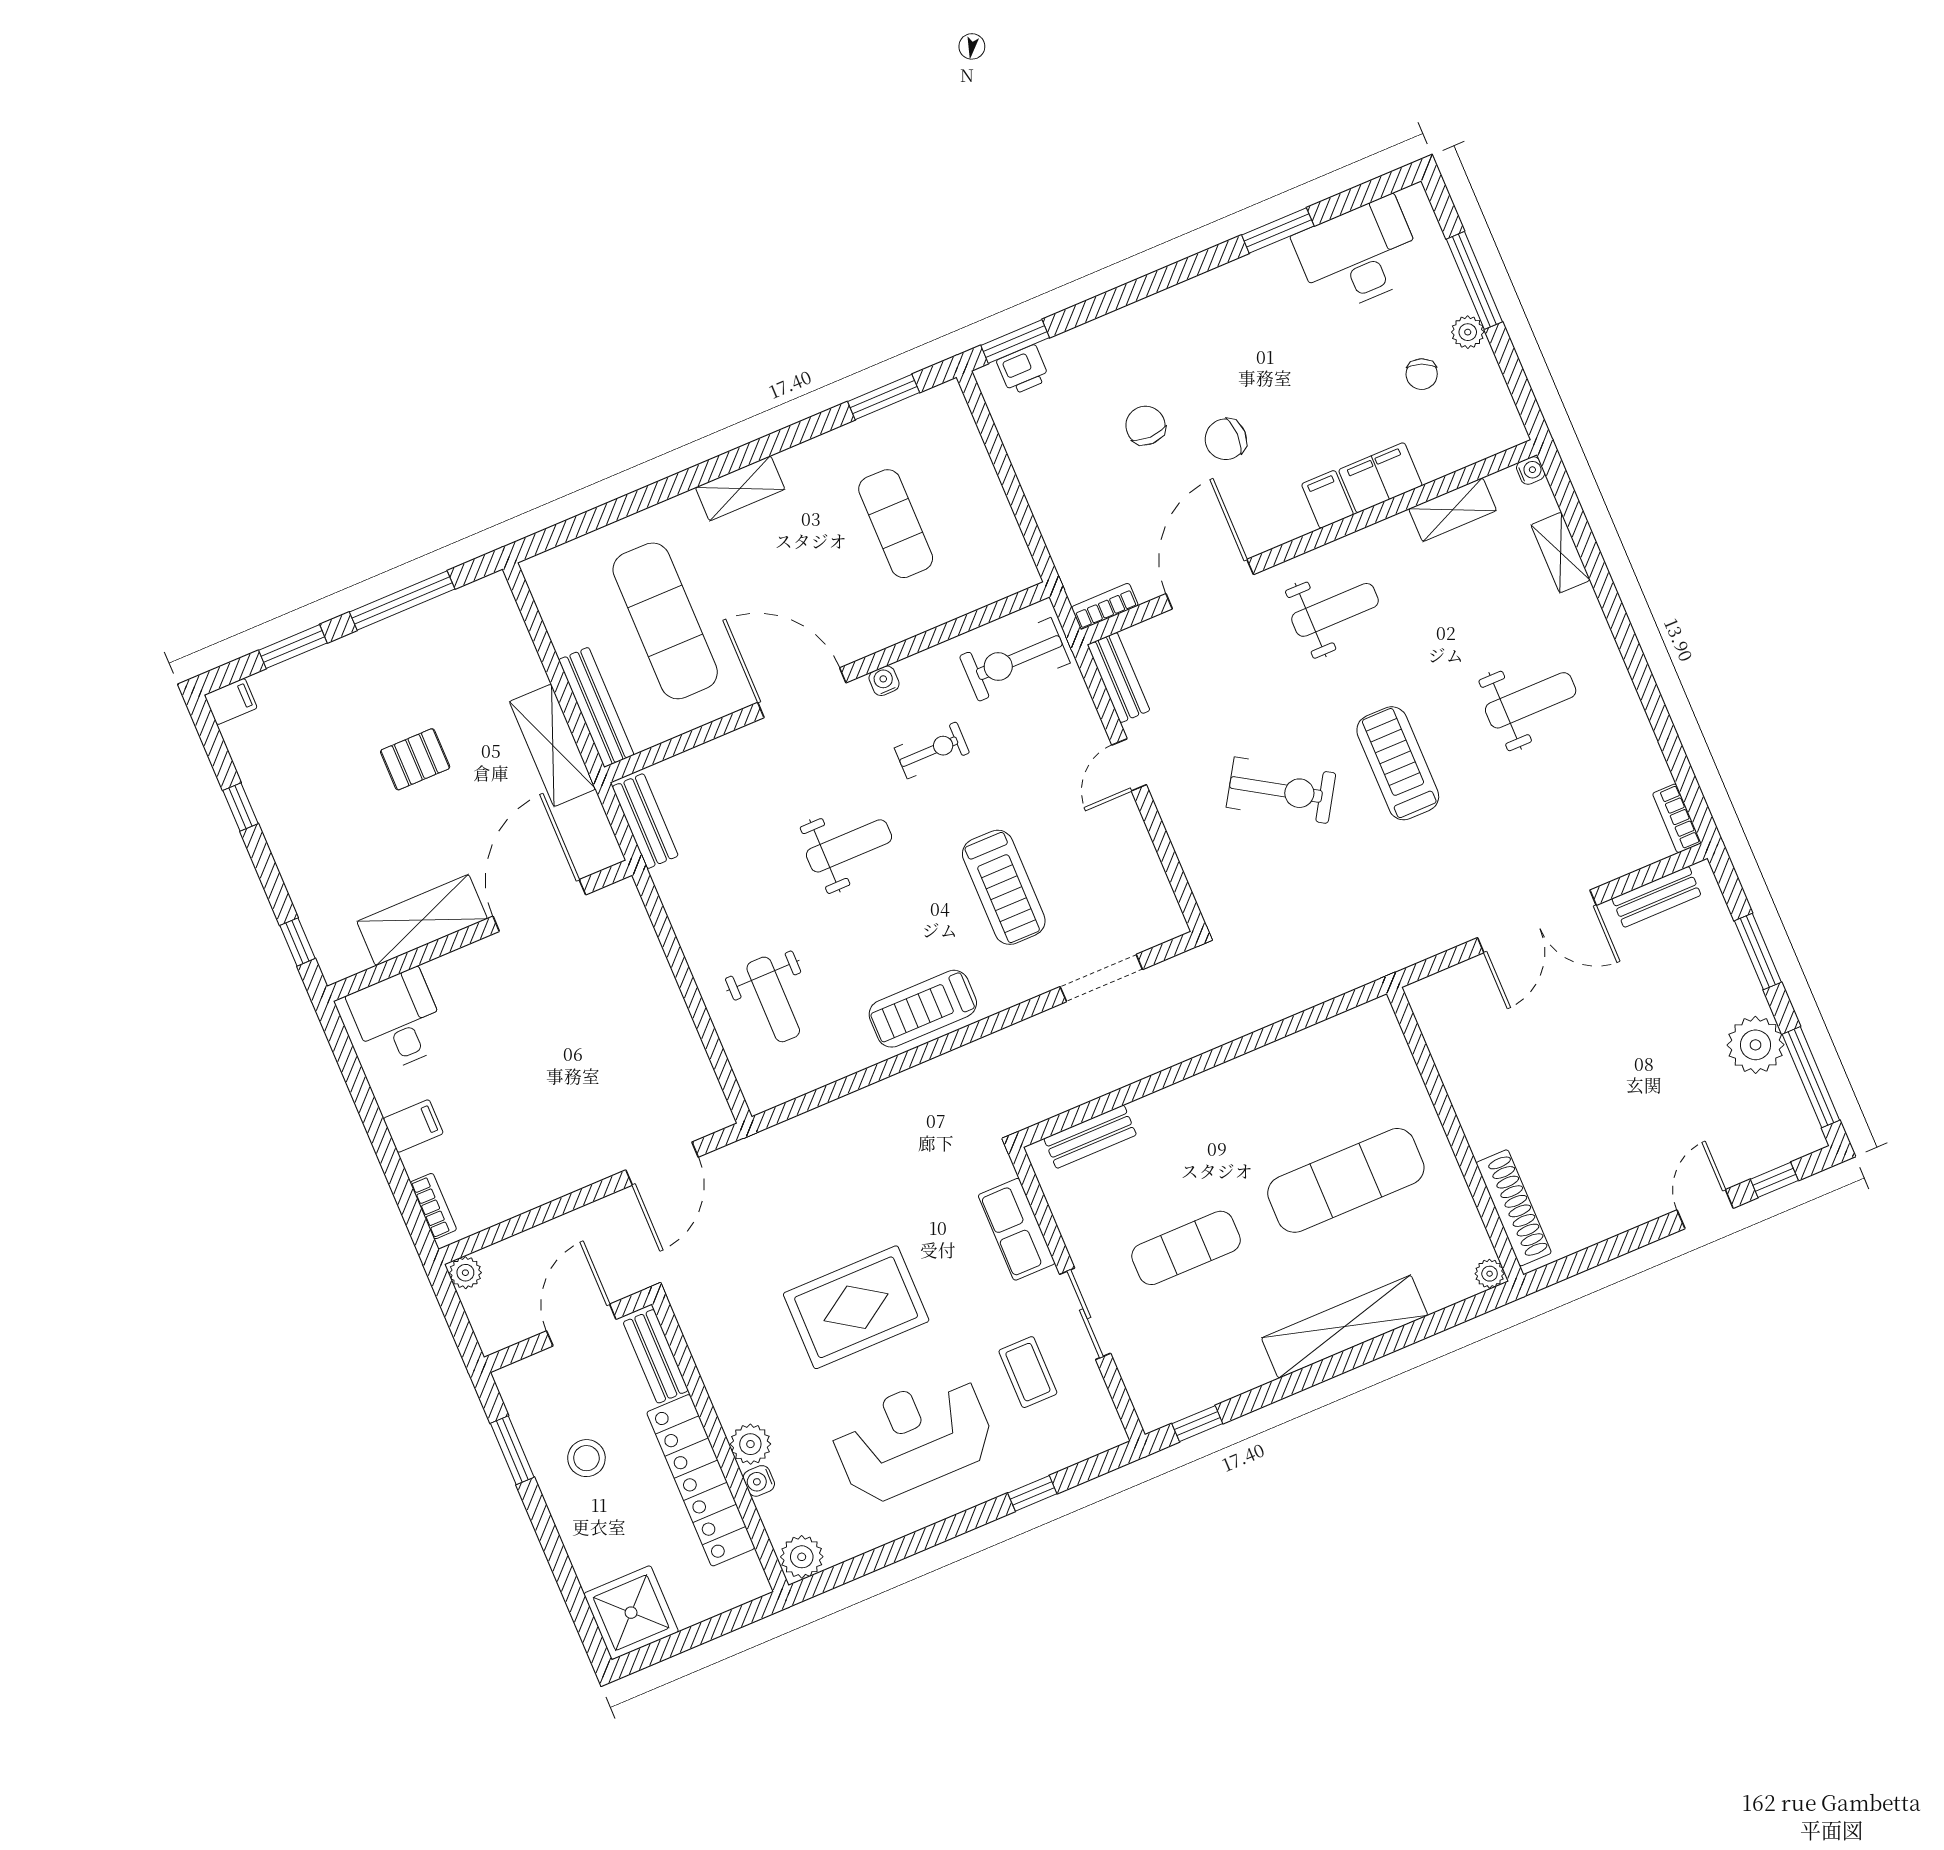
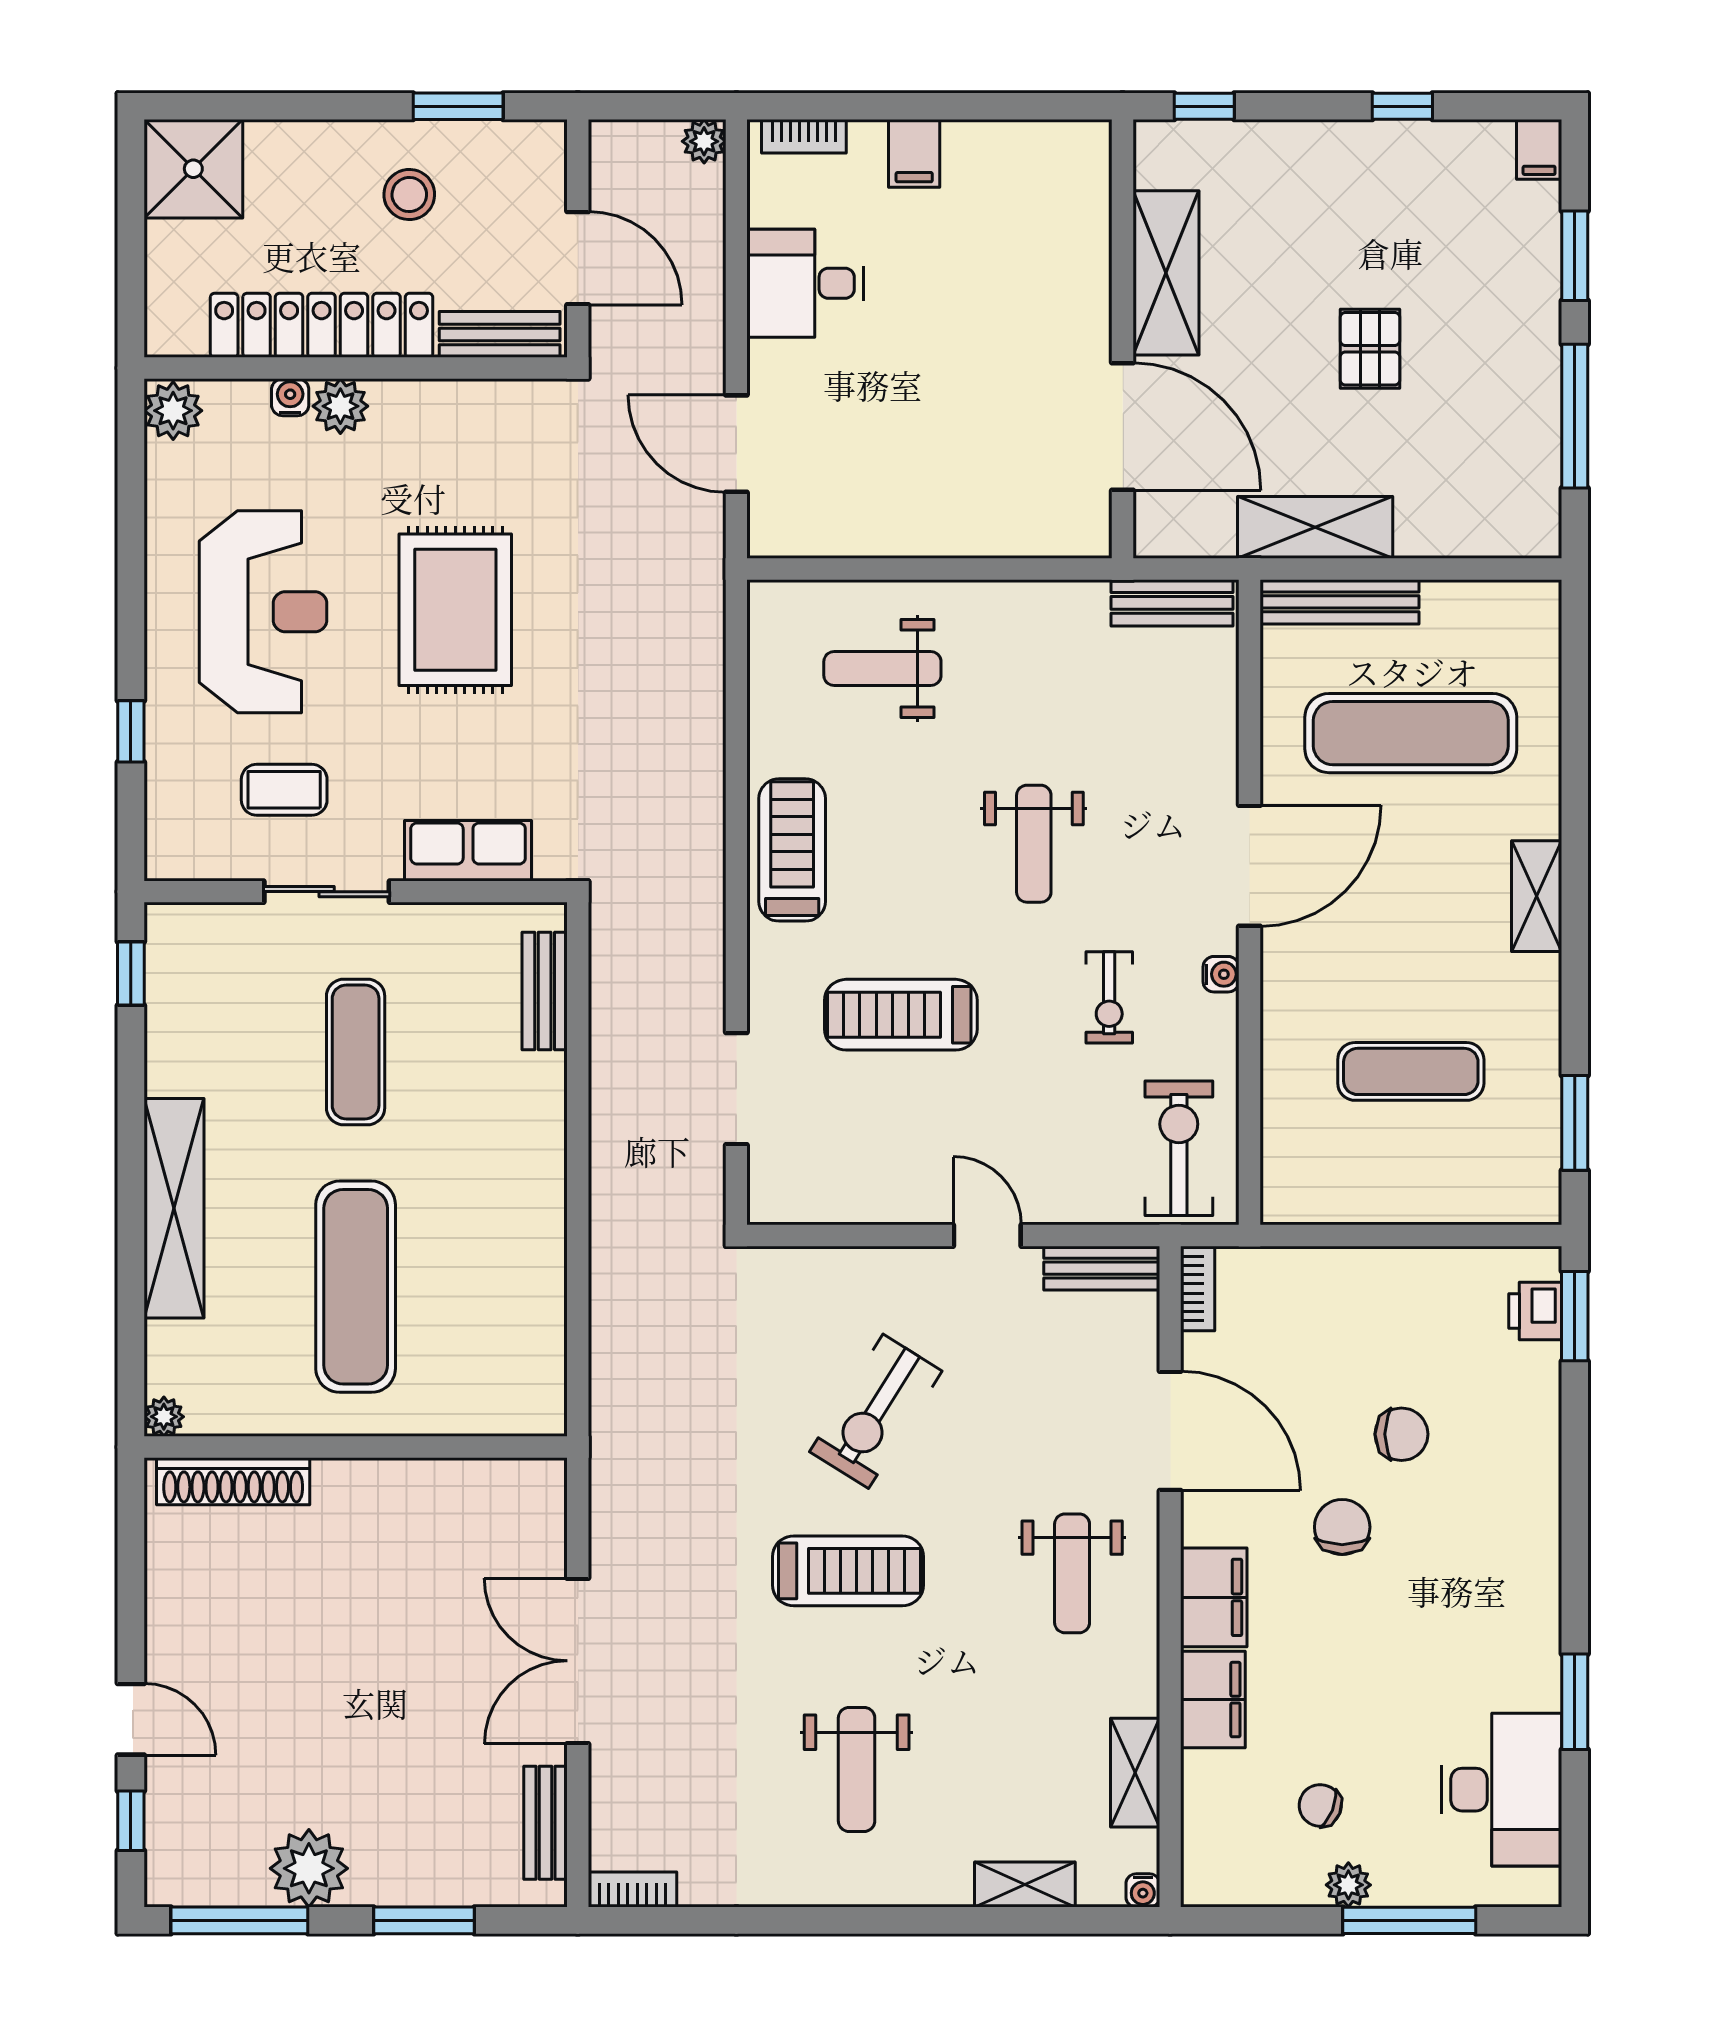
filing cabinet: (1327, 499) -> (1214, 1597), width x2.00
desk: (398, 1020) -> (805, 283), moved, turned 180

